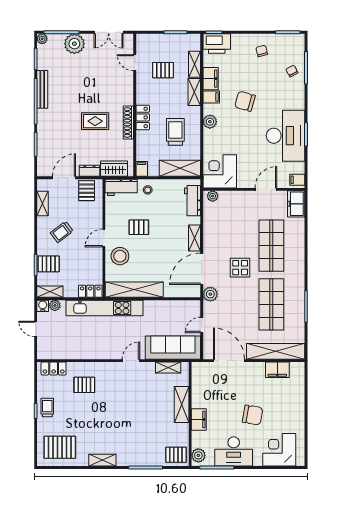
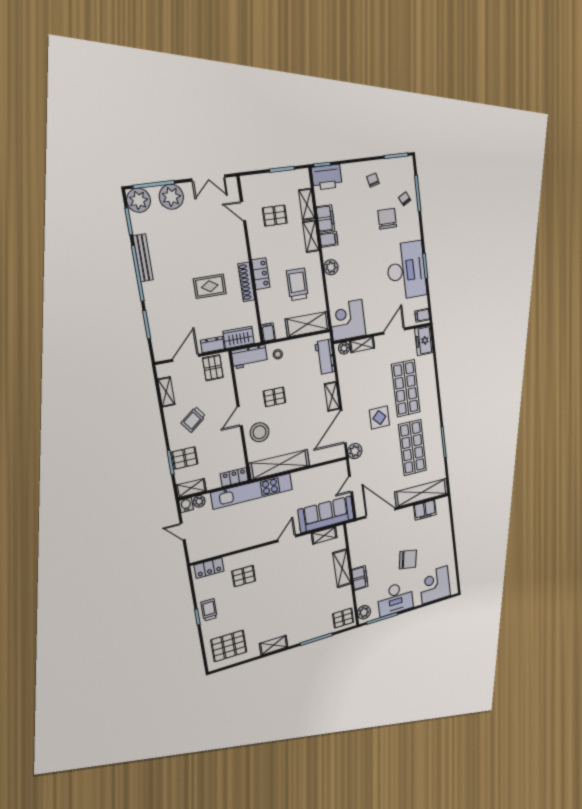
plant: (42, 39) -> (139, 200), width x1.87, depth x1.87
chair: (245, 101) -> (387, 219), moved, turned 74
shelving: (231, 196) -> (362, 345), added

